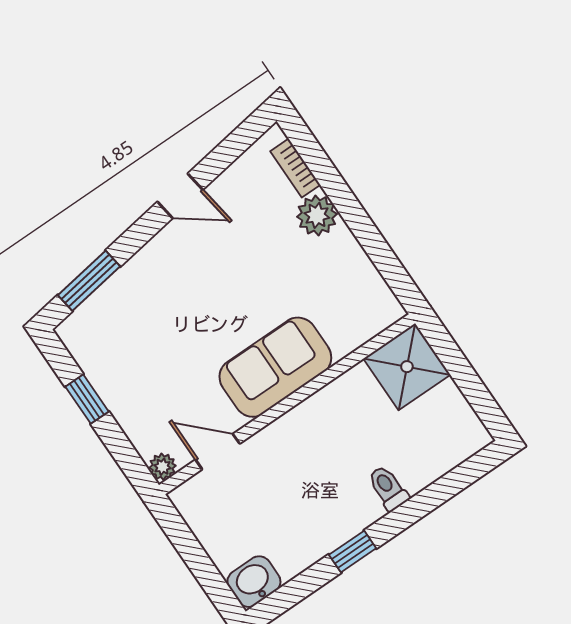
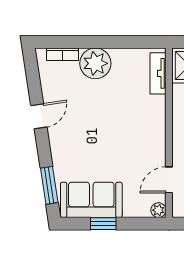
plant: (317, 215) -> (95, 63), width x1.36, depth x1.36
tv unit: (364, 328) -> (158, 73), added
sofa: (275, 367) -> (91, 200), moved, turned 90

